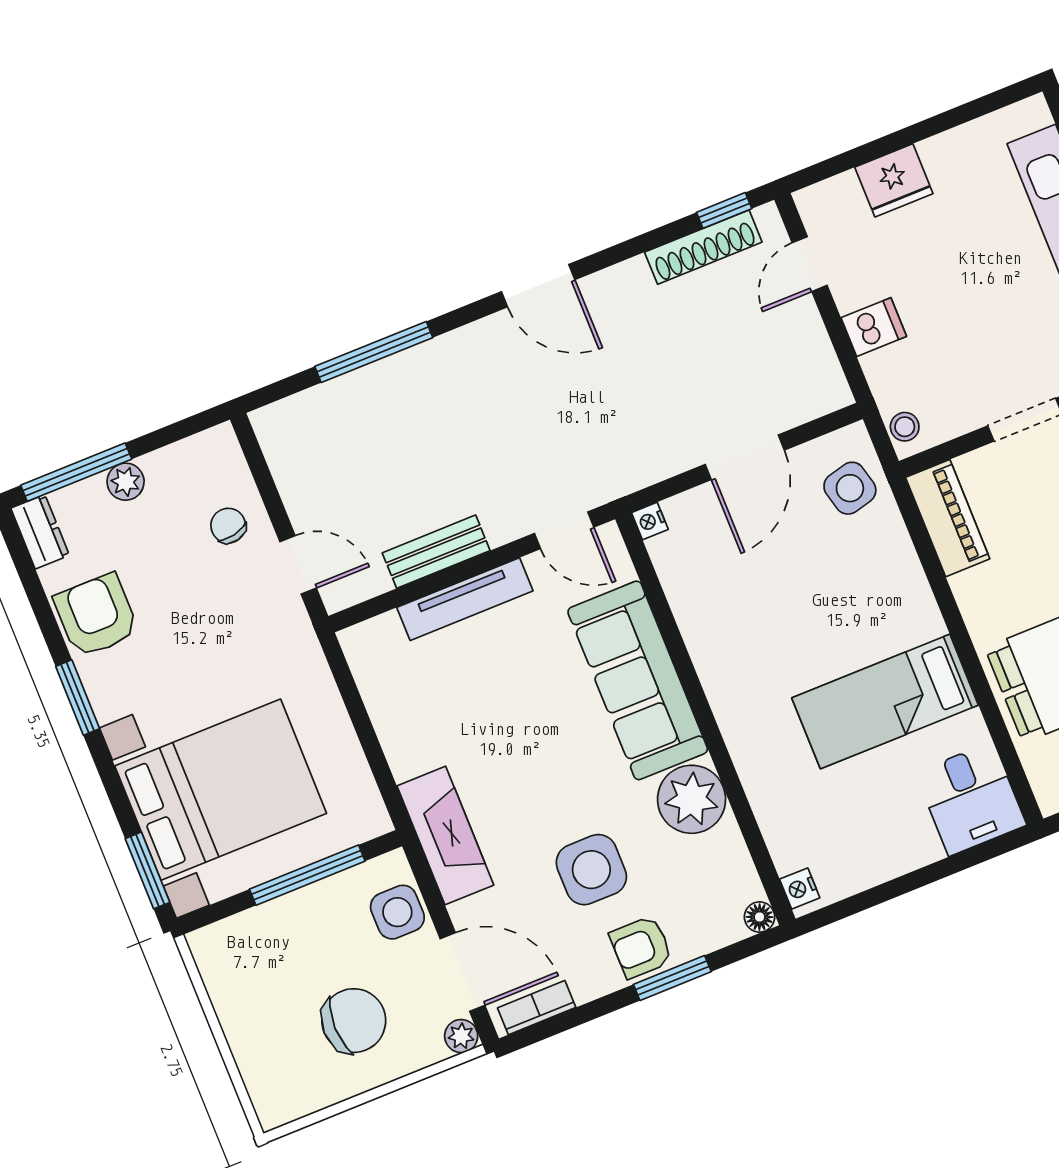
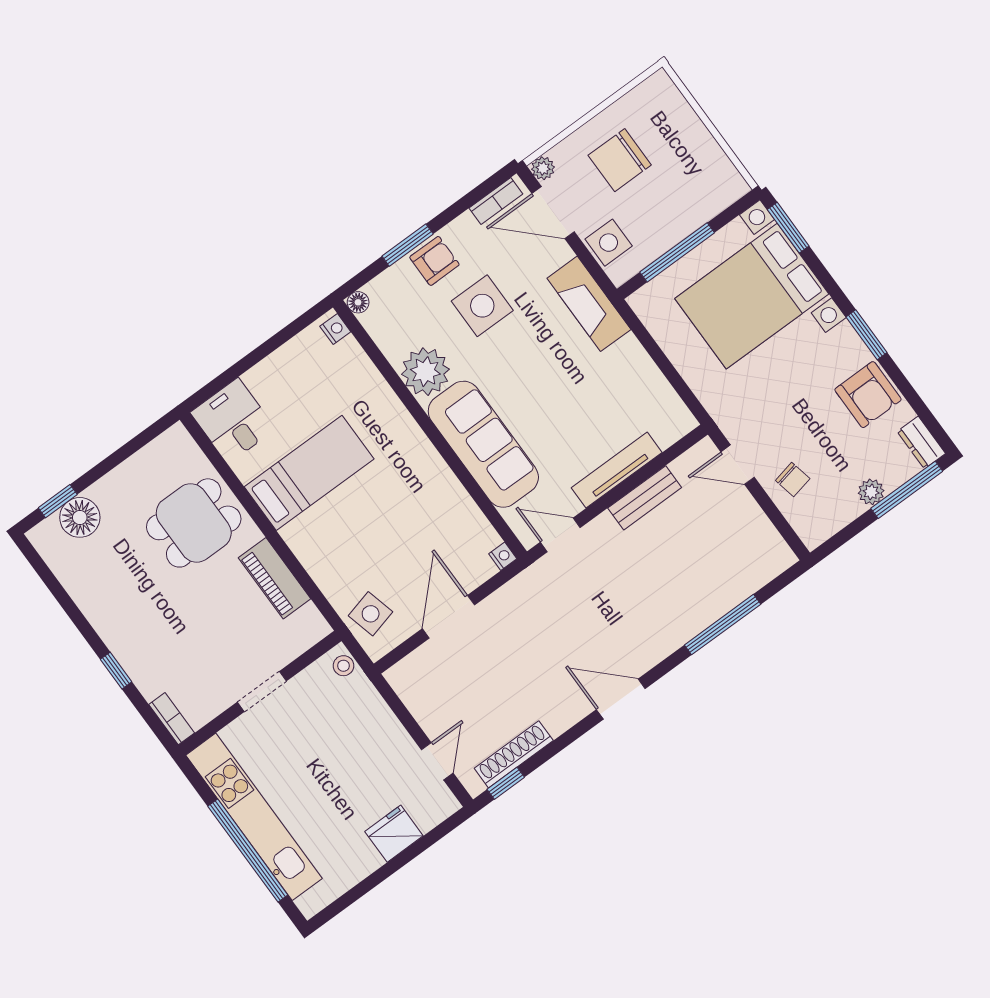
dishwasher: (874, 327) -> (382, 729), removed
piano: (948, 518) -> (275, 578), moved

